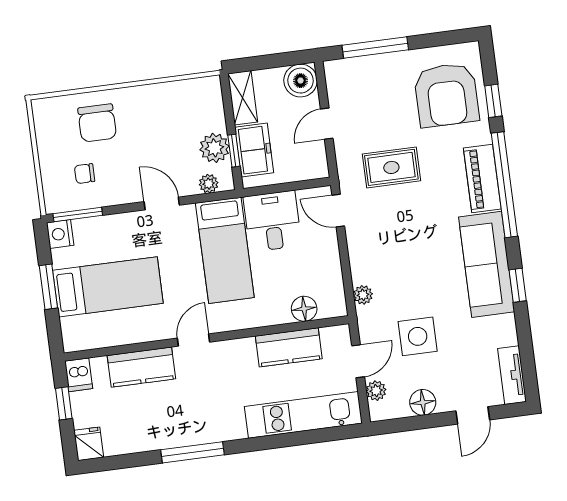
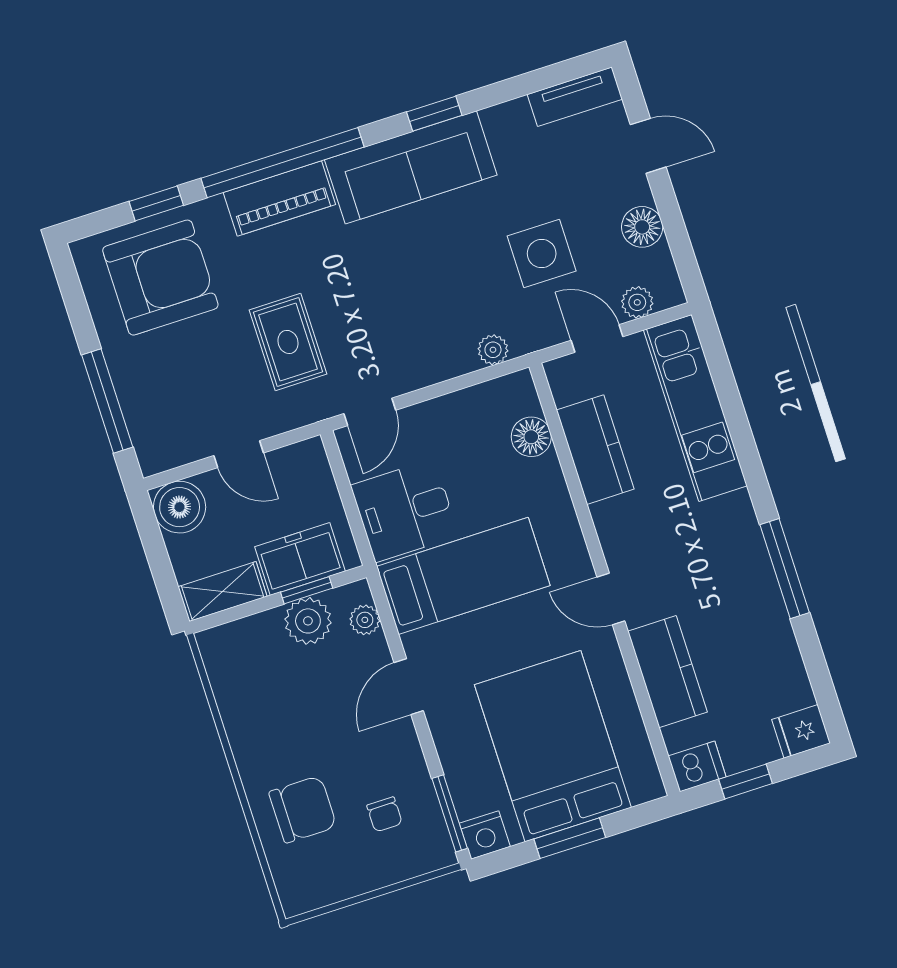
bed: (108, 287) -> (553, 746), width x1.50

